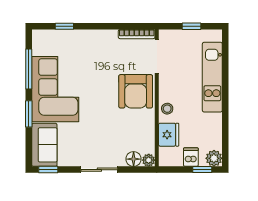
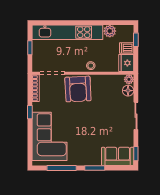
window: (64, 26) -> (30, 112), moved
kitchen unit: (212, 77) -> (67, 32), width x1.36
corner sofa: (55, 89) -> (49, 136), moved, turned 90
armchair: (136, 91) -> (78, 89), turned 87
fridge: (169, 135) -> (126, 63), moved, turned -90
plant: (214, 158) -> (110, 31), moved

